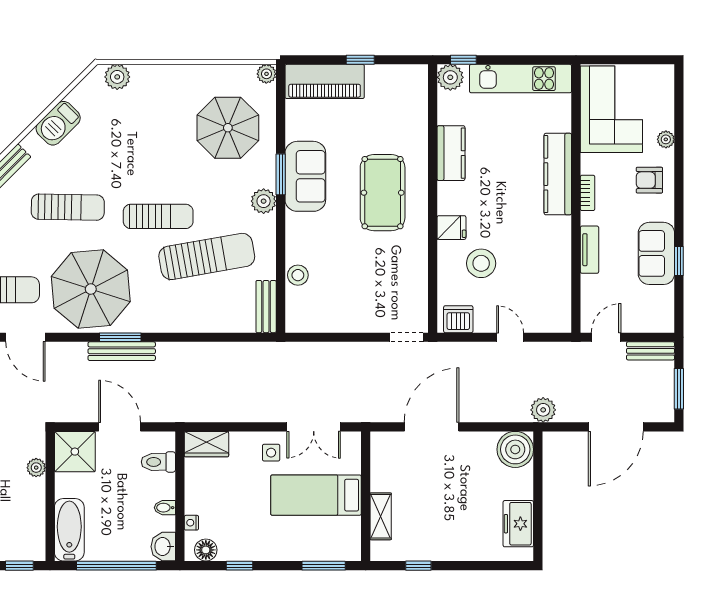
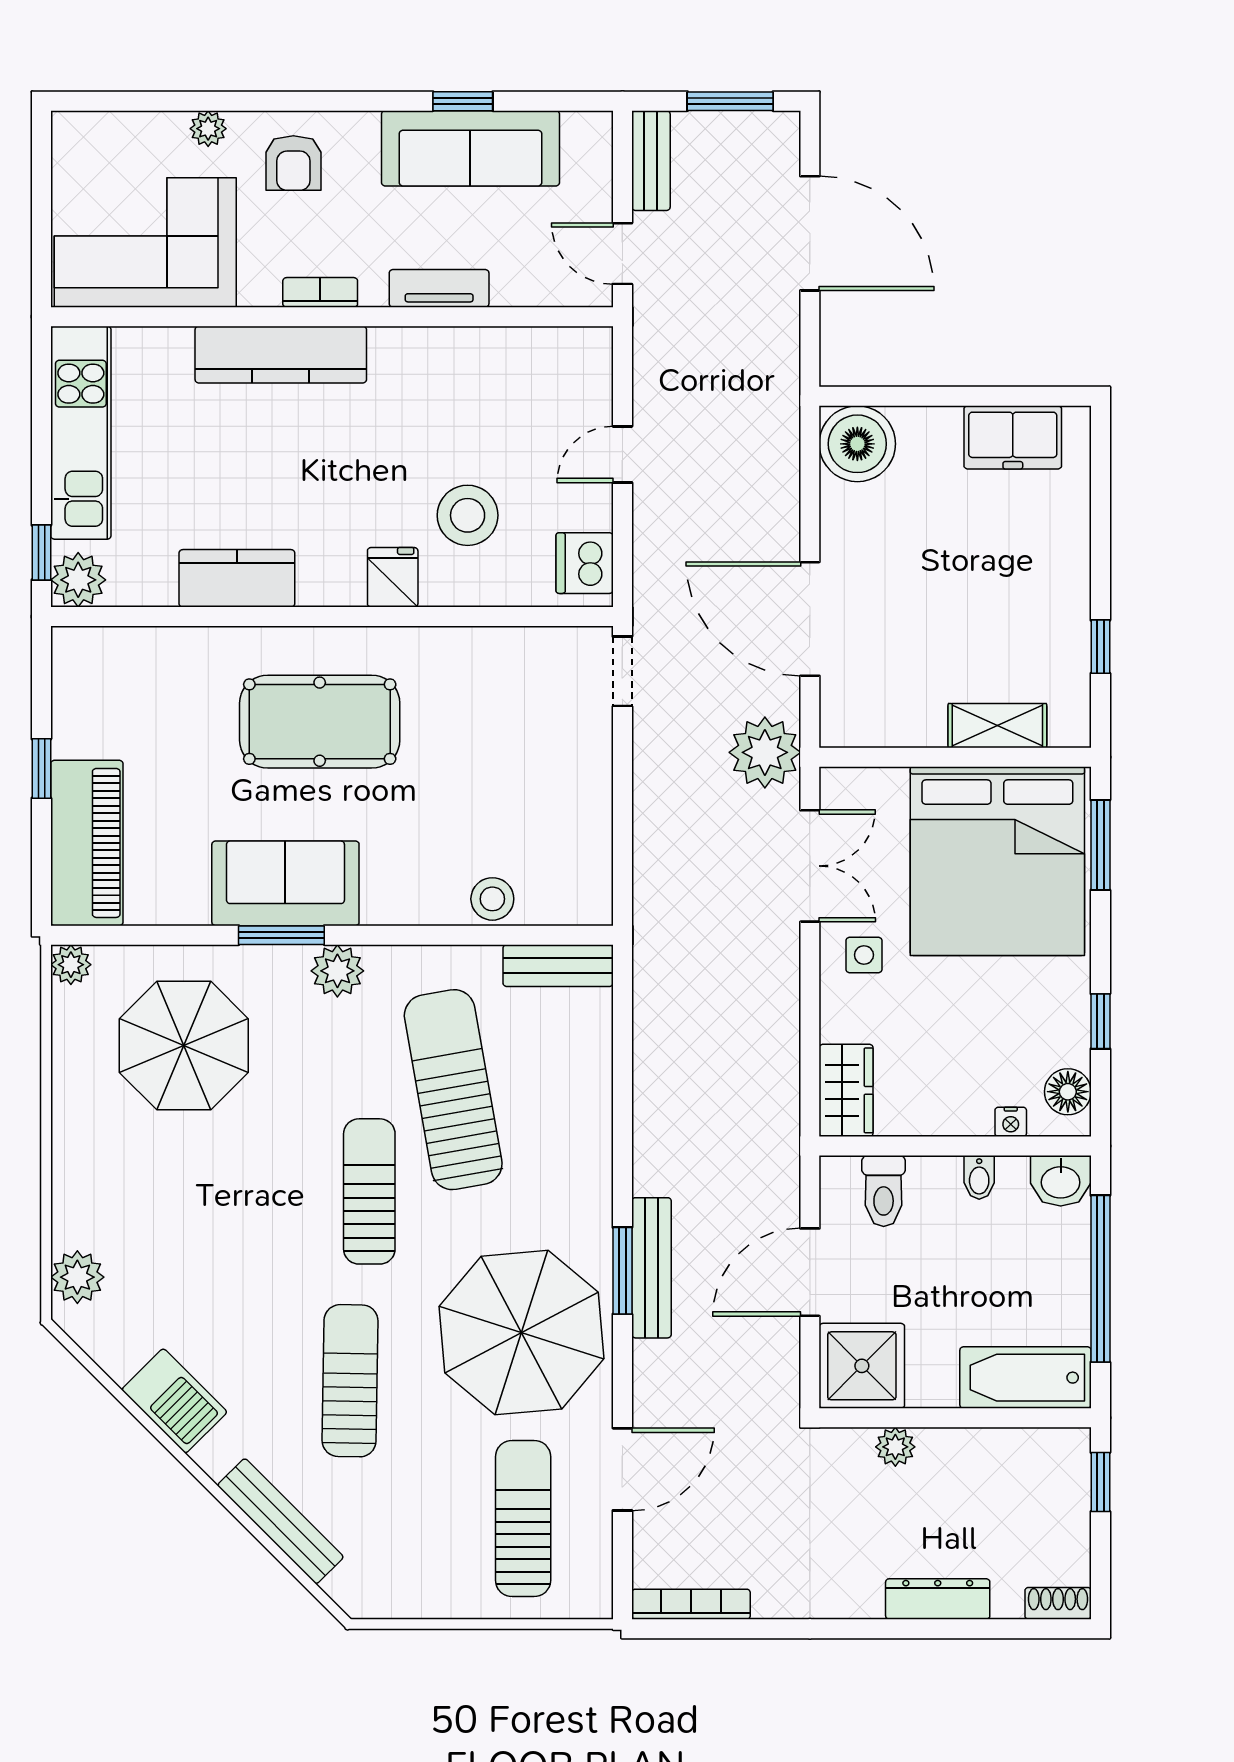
sofa: (656, 253) -> (470, 148), width x1.36
plant: (543, 410) -> (765, 752), moved, width x1.36, depth x1.36
bed: (316, 495) -> (997, 861), width x2.04

